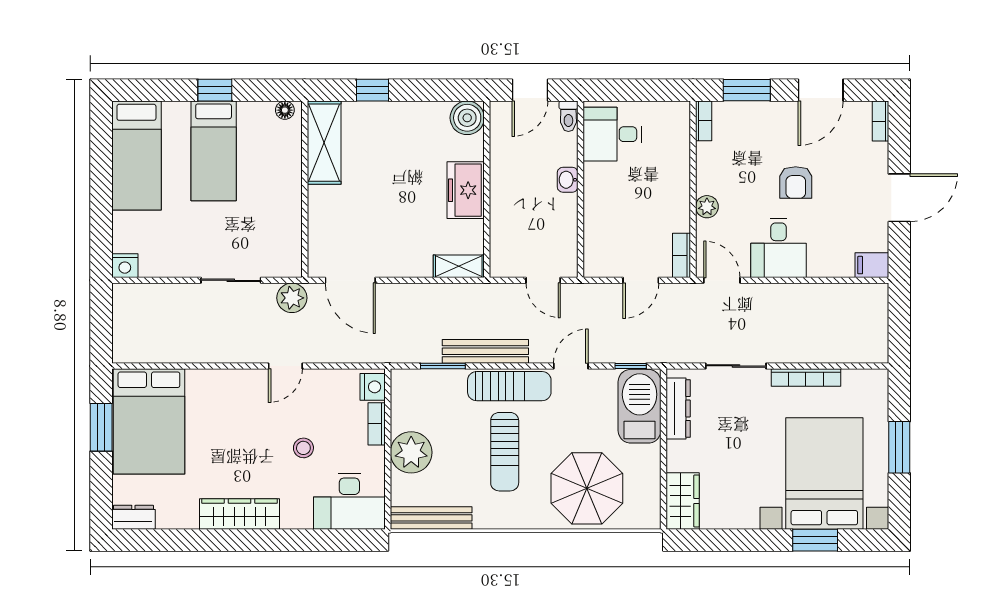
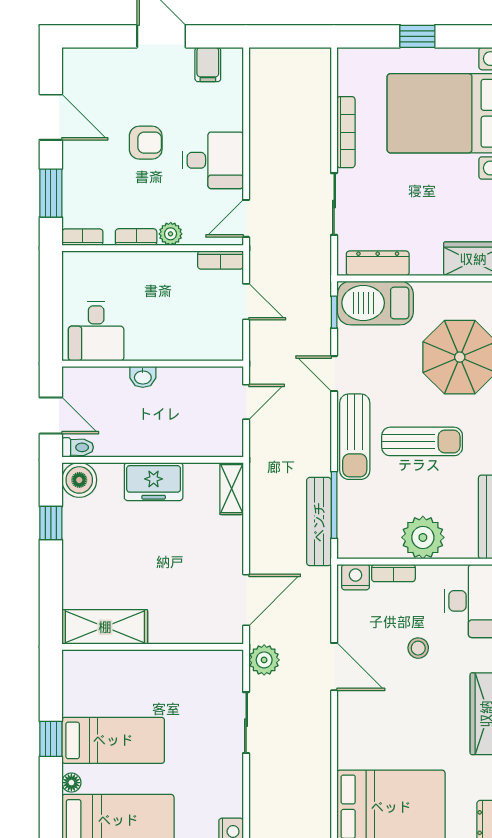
window: (372, 90) -> (51, 523), moved
floor lamp: (285, 110) -> (71, 783), moved
toilet: (568, 116) -> (78, 447), moved
bookcase: (880, 121) -> (136, 237), moved, turned 180
filing cabinet: (872, 265) -> (208, 65), moved
bench: (485, 351) -> (319, 522), moved
door: (285, 366) -> (334, 667), width x1.38
window: (443, 366) -> (334, 505), width x1.44
sun lounger: (509, 386) -> (355, 437), turned 180
window: (899, 447) -> (417, 36), width x0.67

